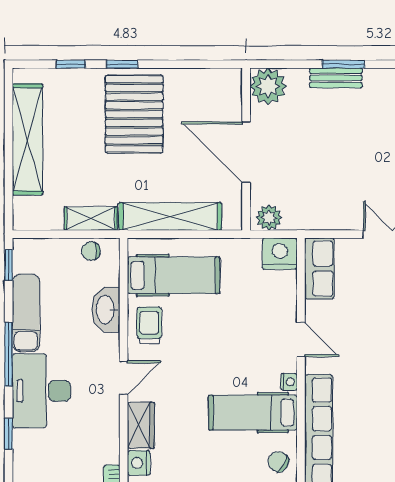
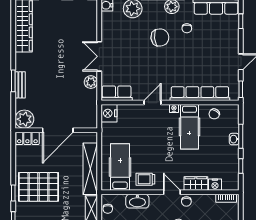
locker: (230, 92) -> (27, 138), added
plant: (269, 218) -> (91, 82), moved
chair: (105, 406) -> (186, 202), added

